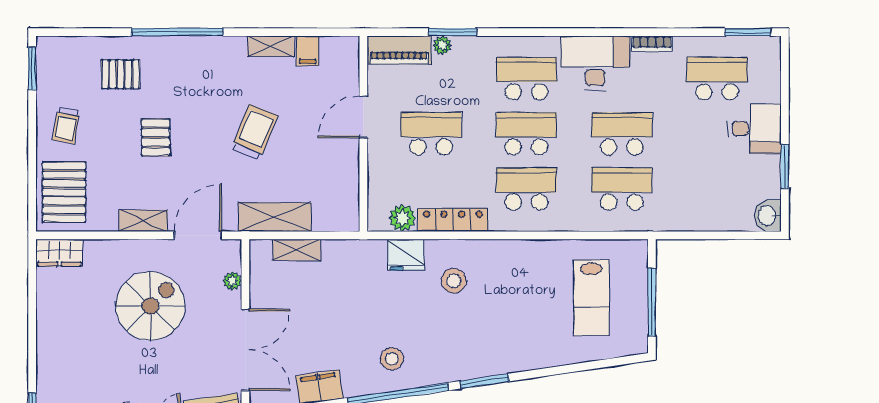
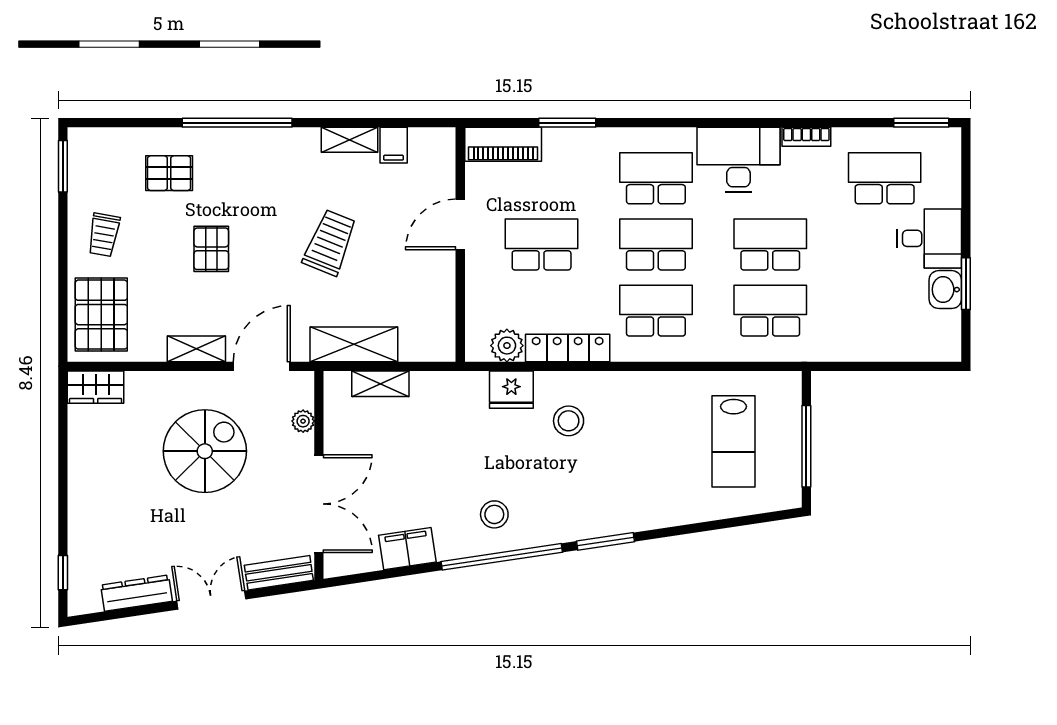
plant: (442, 45) -> (555, 138), removed
washbasin: (768, 216) -> (945, 290), moved

